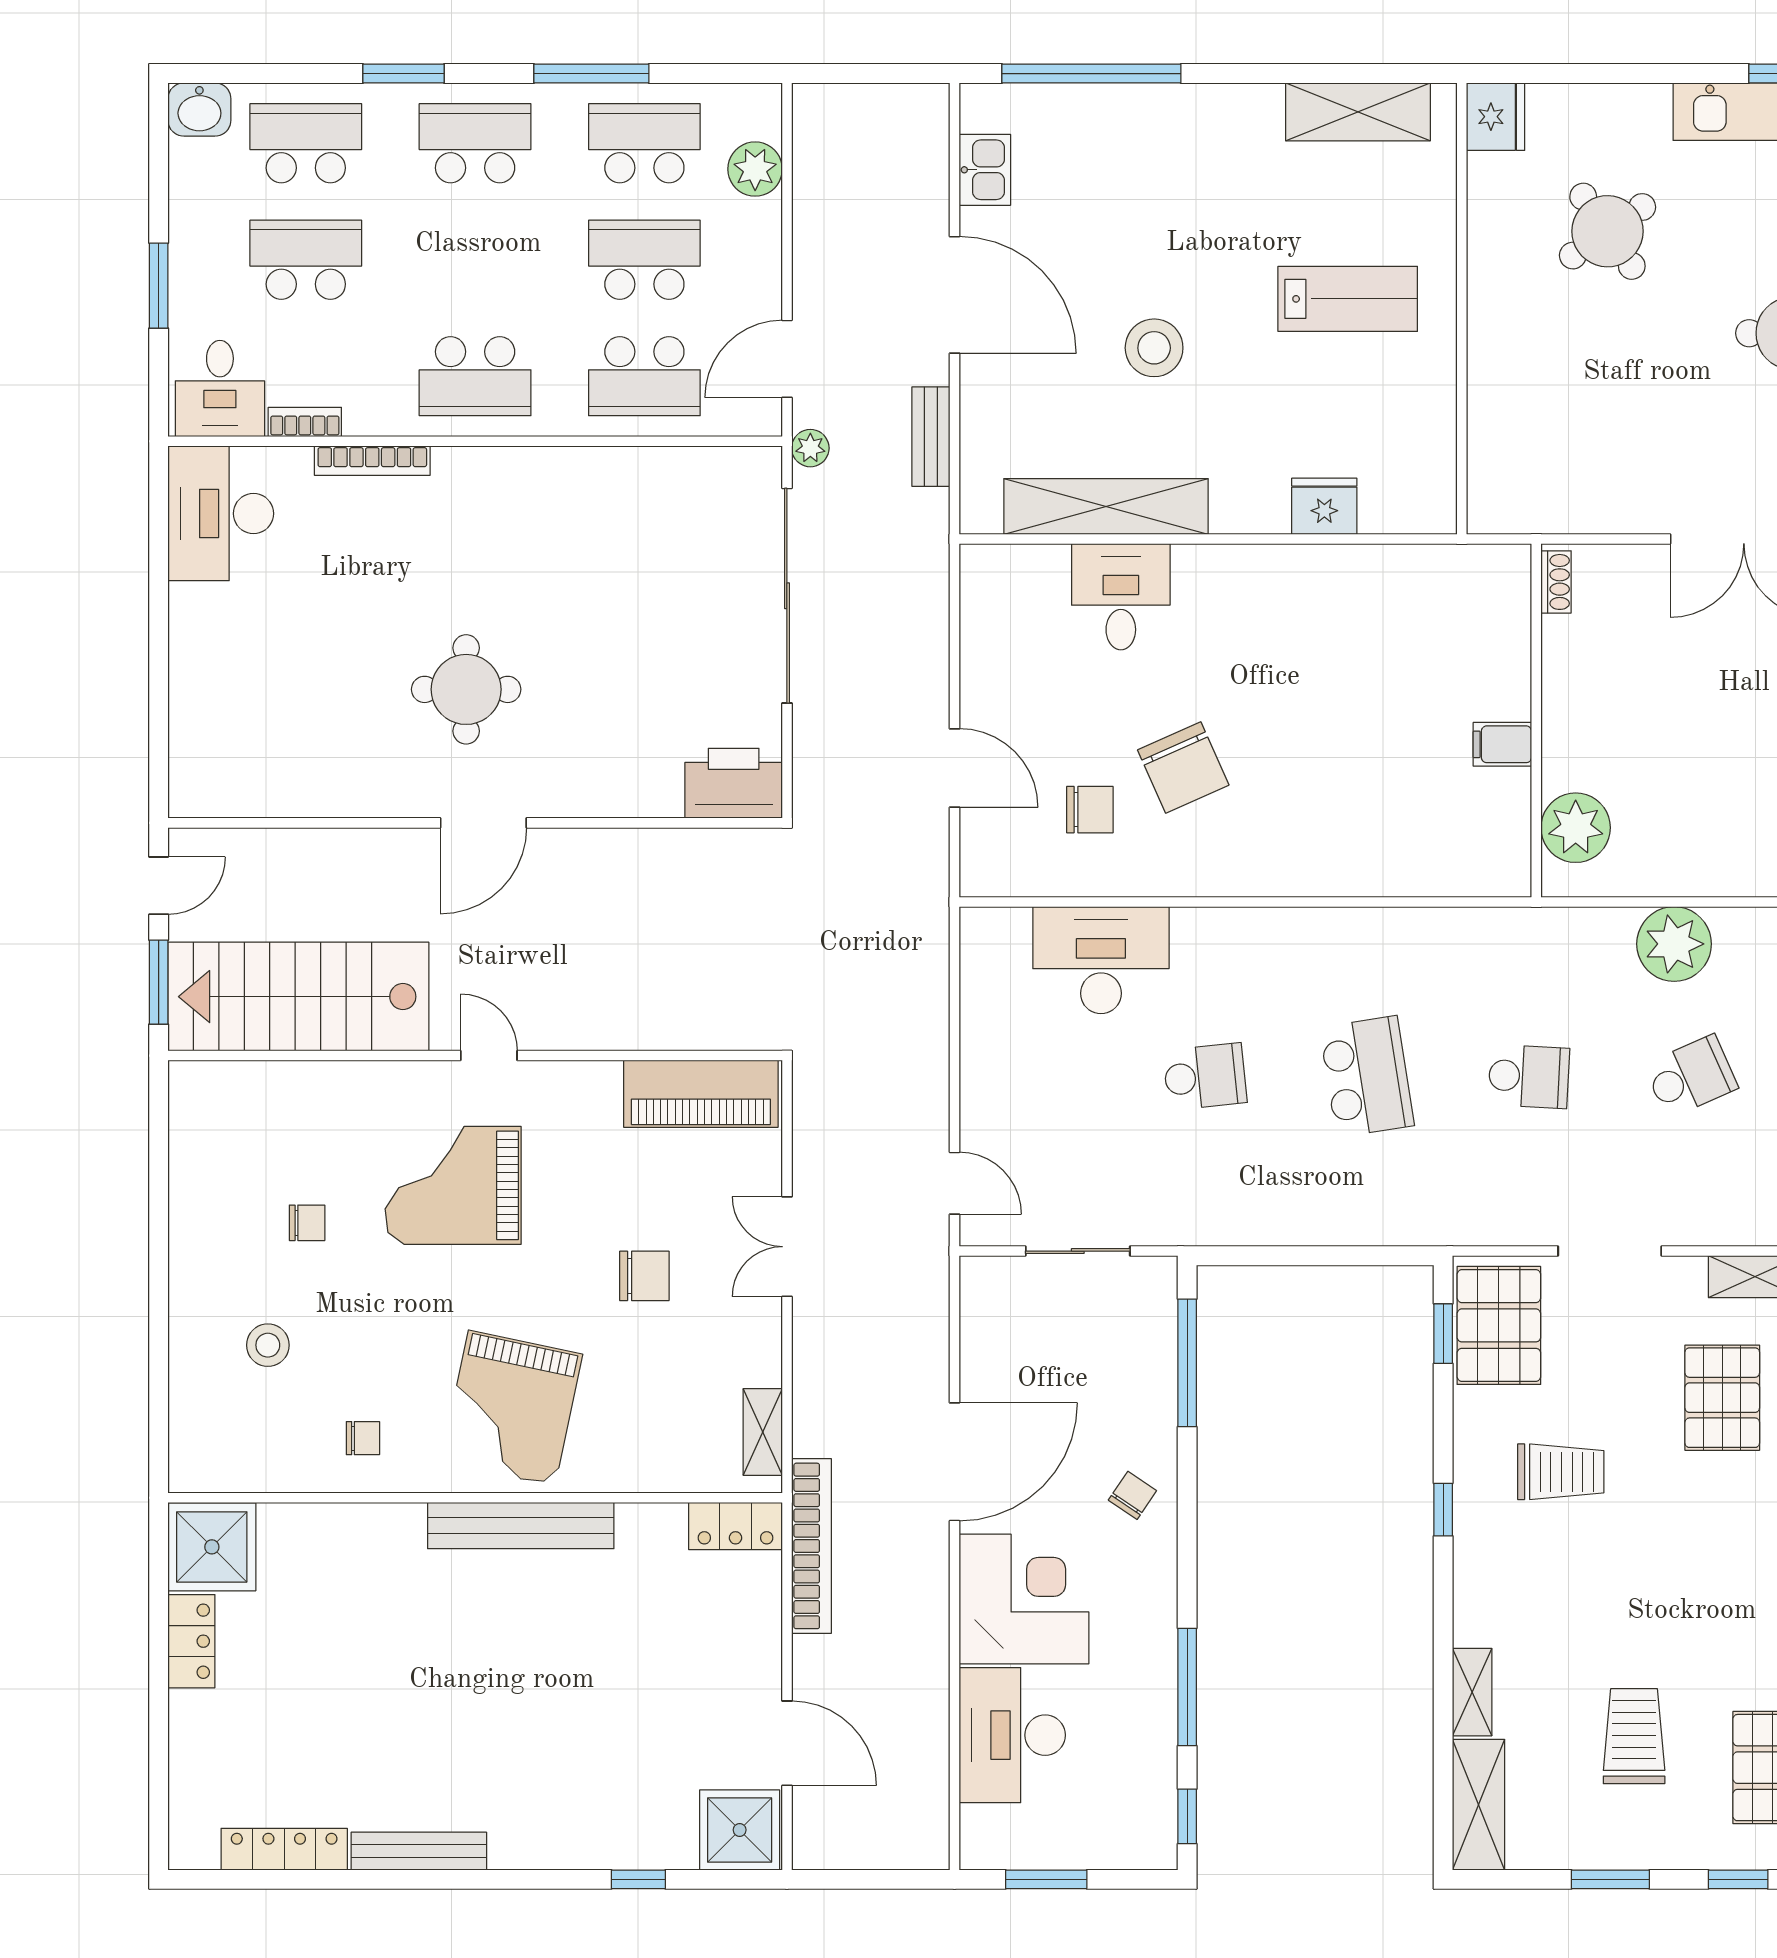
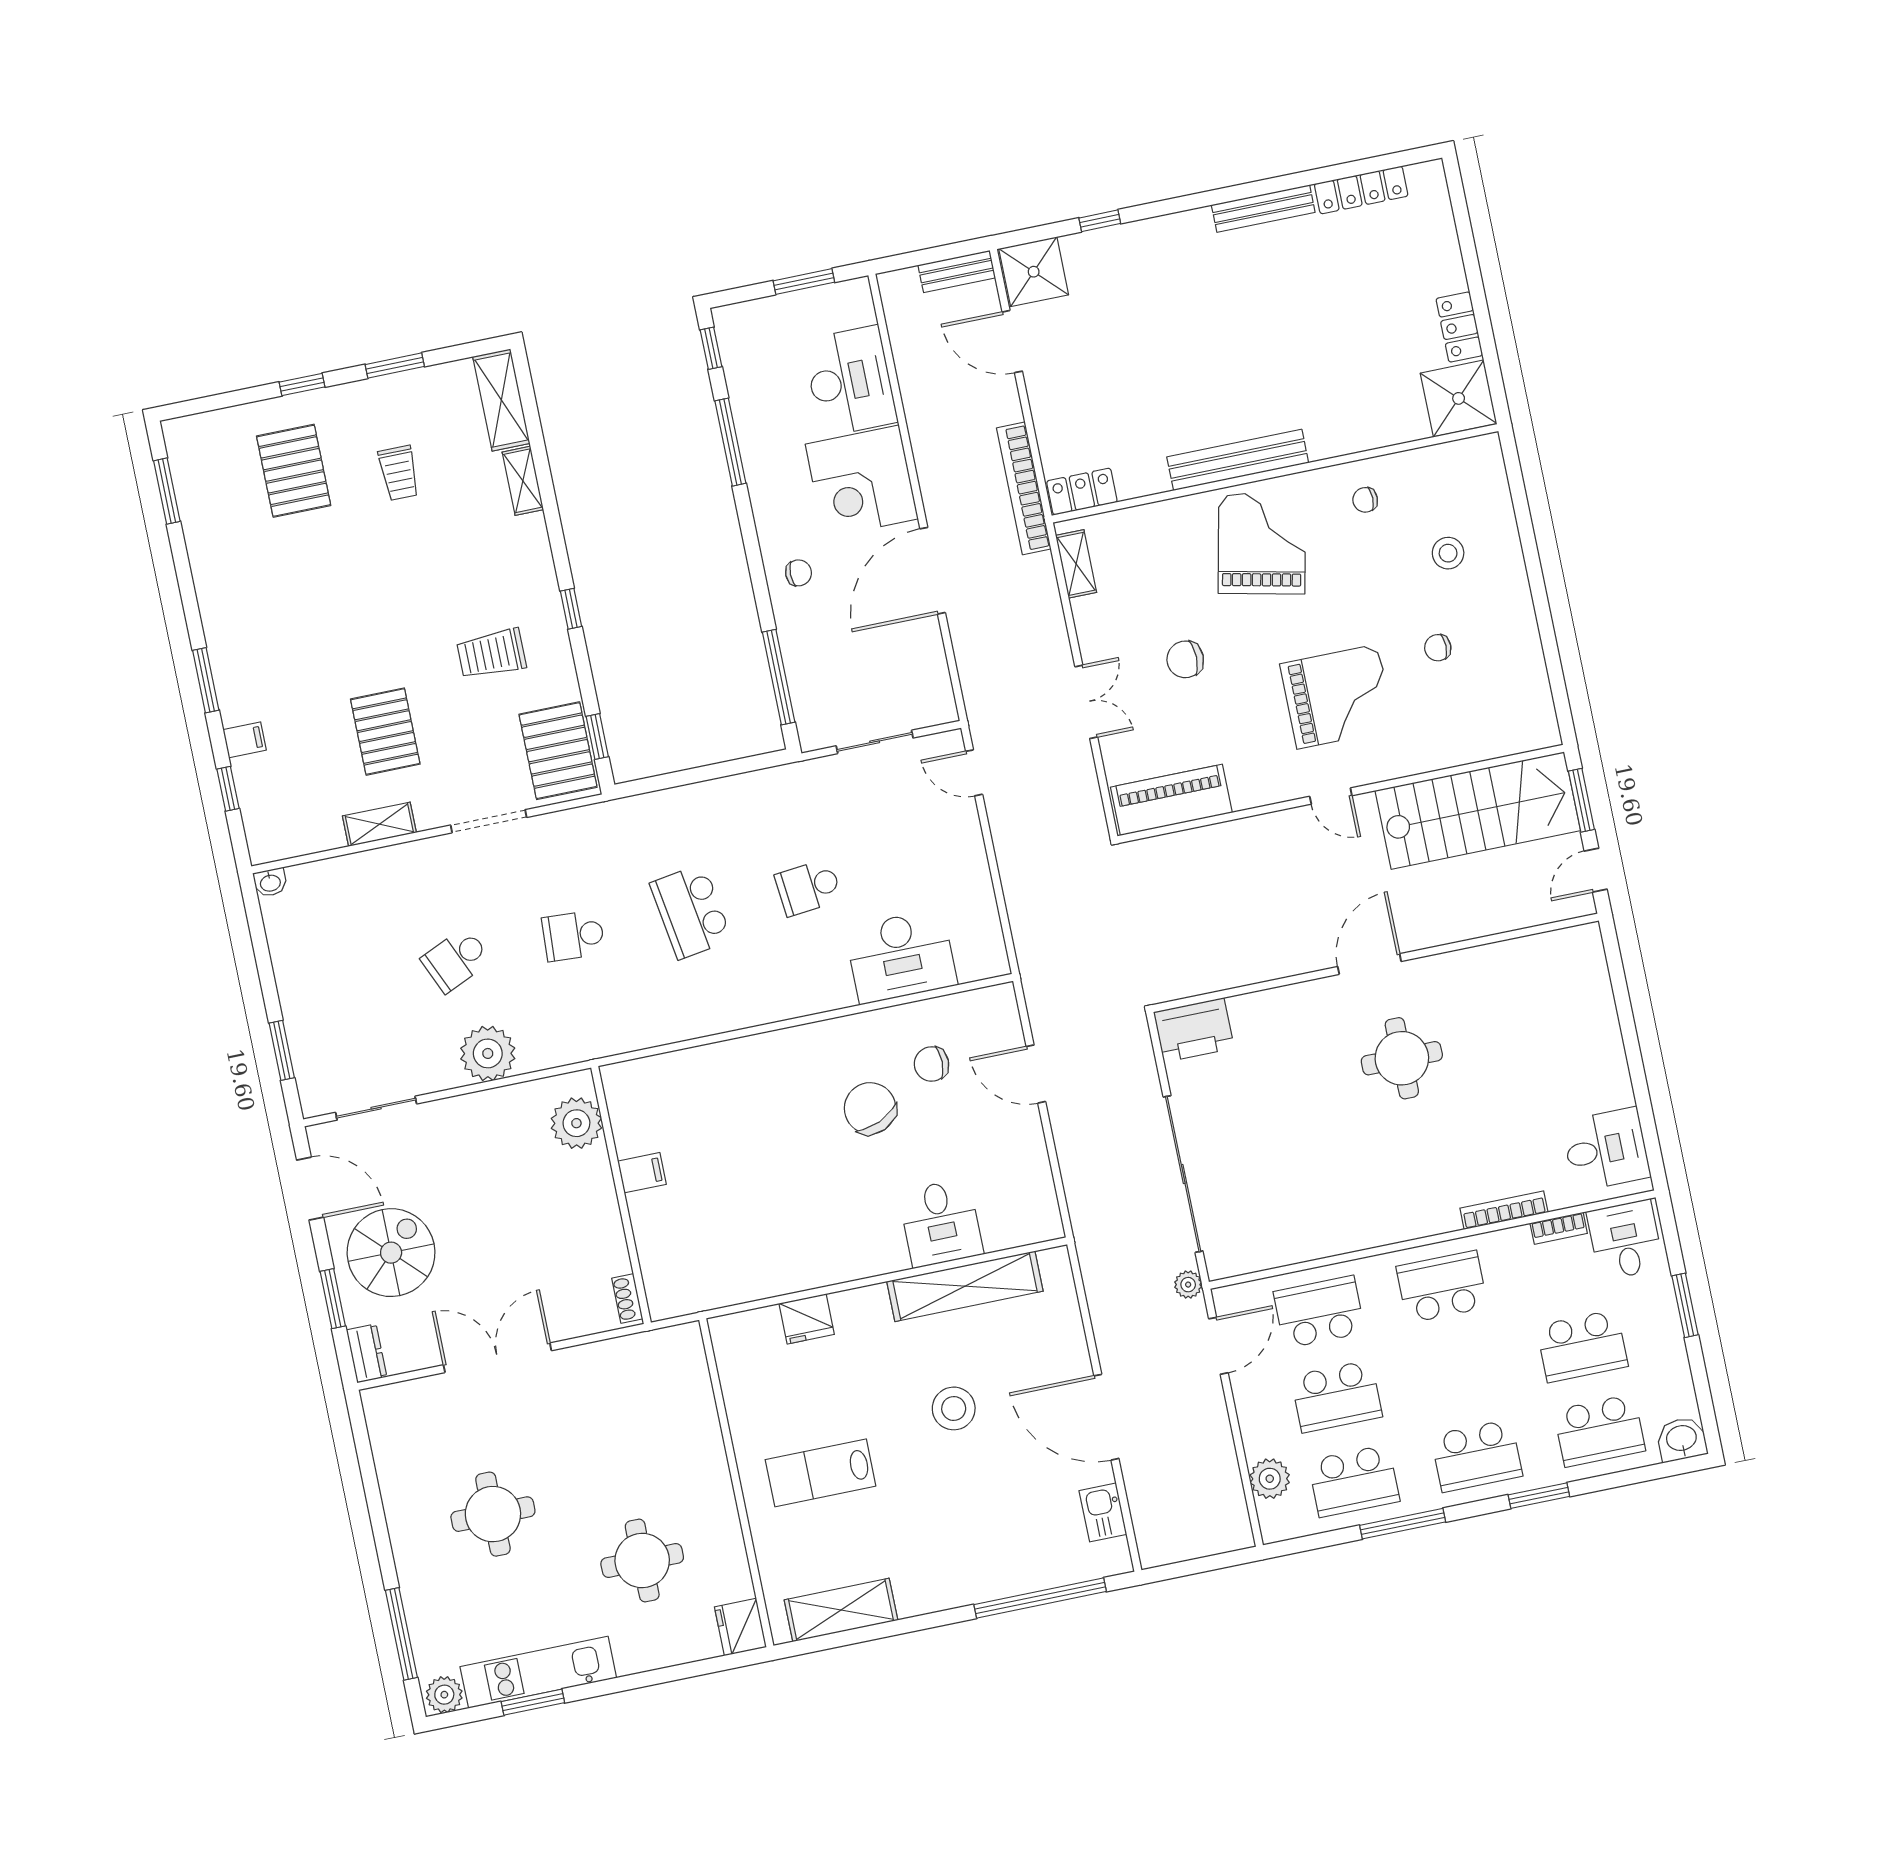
round table: (1607, 231) -> (642, 1561), turned 35
bench: (931, 437) -> (957, 271), moved, turned 90
desk: (221, 514) -> (1606, 1149), width x0.73
chair: (1132, 1495) -> (799, 573), turned -124
trolley: (1634, 1736) -> (399, 473), width x0.73, depth x0.72

